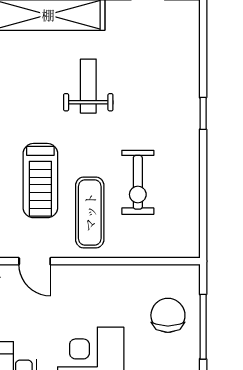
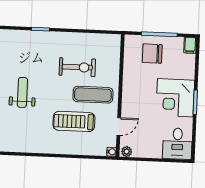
weight bench: (88, 86) -> (22, 92), turned 90
treadmill: (40, 181) -> (74, 121), turned 180

